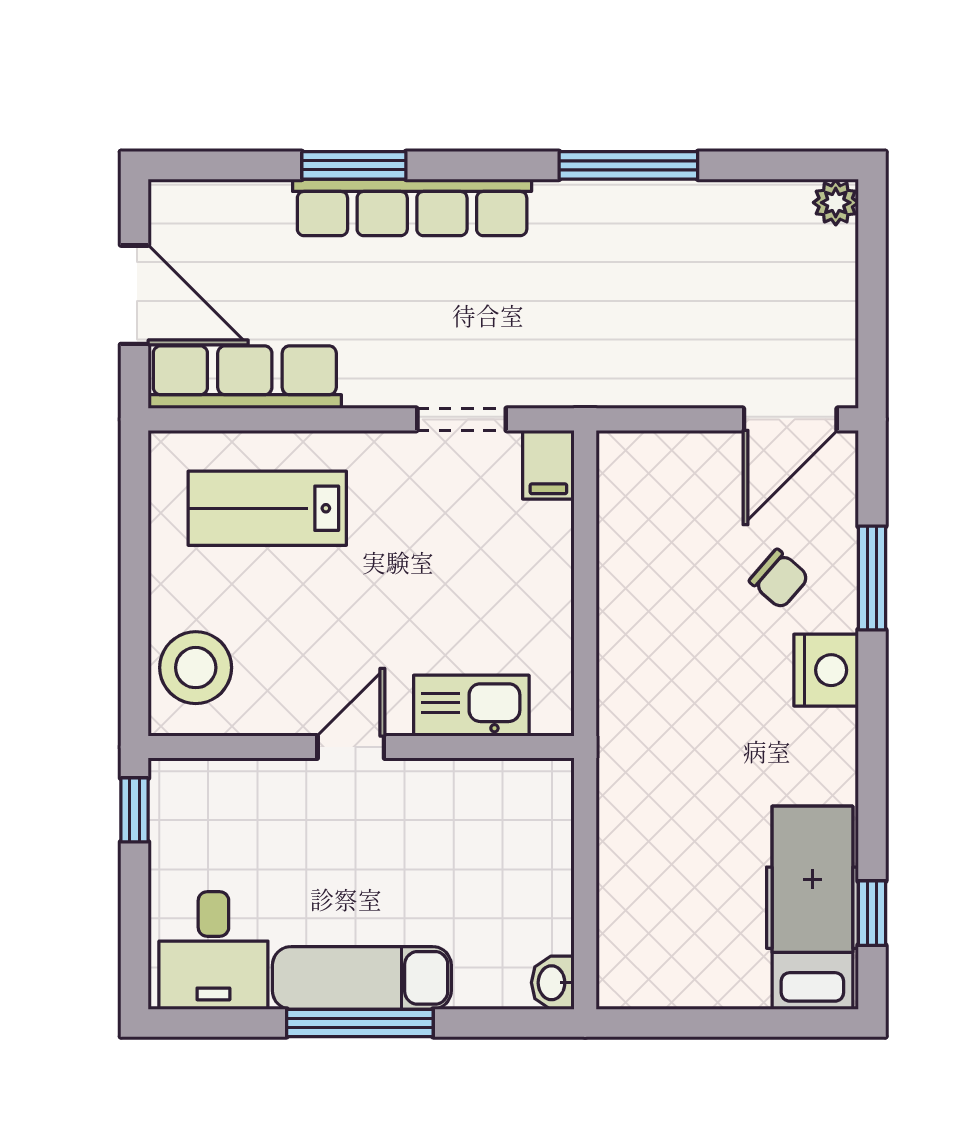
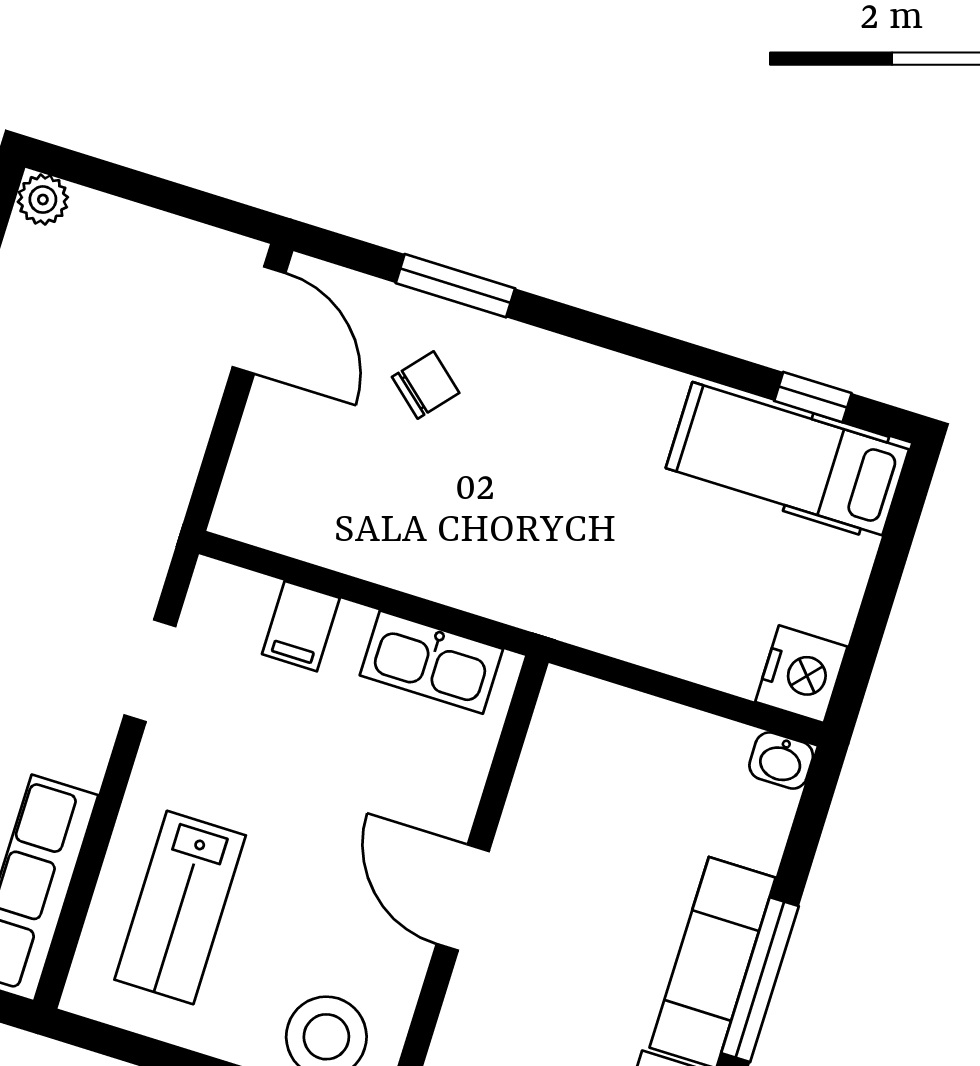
filing cabinet: (548, 465) -> (301, 626), moved, turned 90
nightstand: (826, 670) -> (801, 674), moved, turned 90
kitchen sink: (471, 706) -> (431, 662), moved, turned -90
door: (351, 747) -> (463, 898), width x1.38

